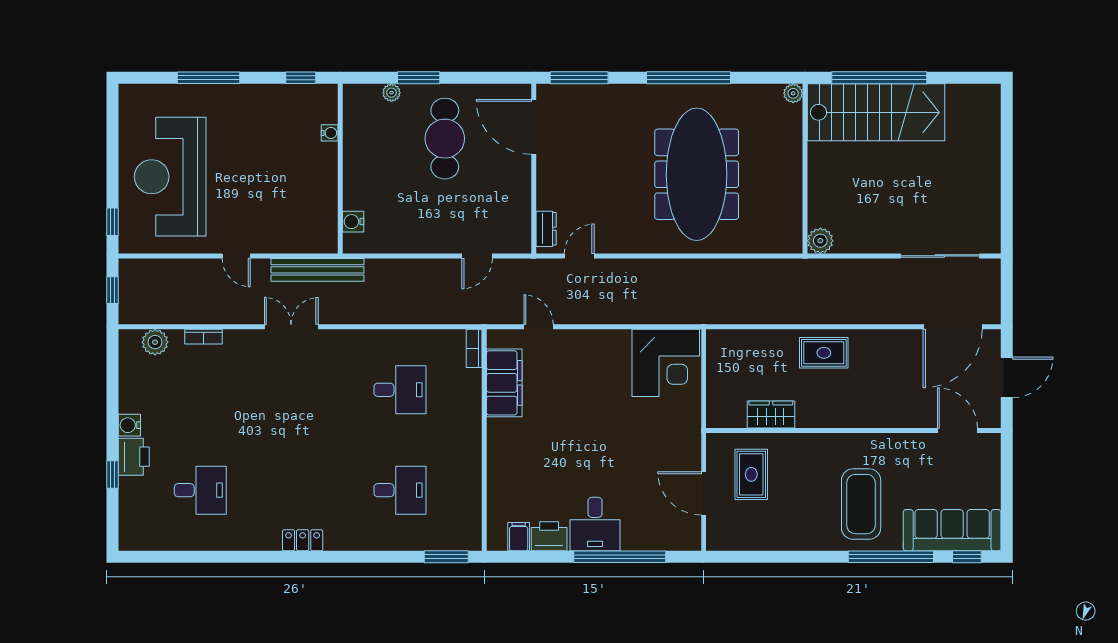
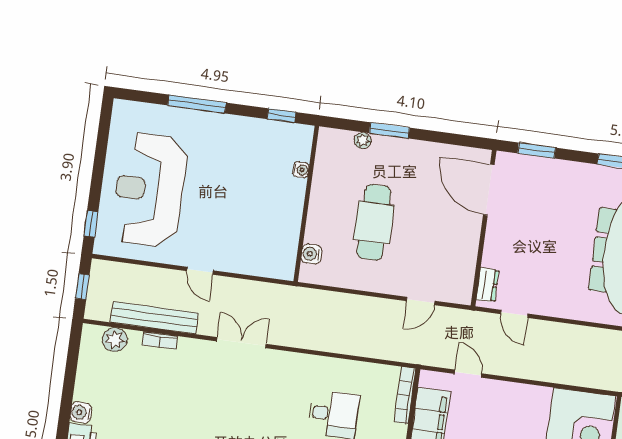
window: (579, 78) -> (537, 151), width x0.69
cafe table: (445, 139) -> (374, 222), moved
door: (579, 256) -> (514, 314), swing flipped
bench: (317, 270) -> (155, 318), moved
bookcase: (474, 348) -> (405, 395), width x1.56

